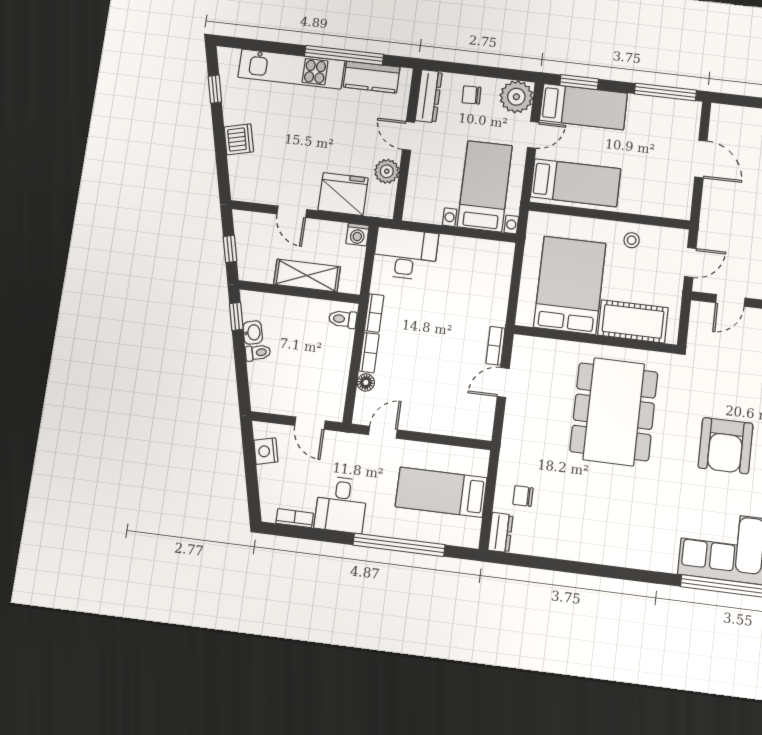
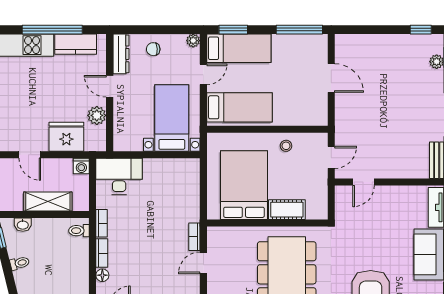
plant: (516, 97) -> (193, 41), width x0.53, depth x0.53
cot: (633, 321) -> (287, 210), width x0.73, depth x0.75
washbasin: (253, 333) -> (23, 225), moved, turned 104

